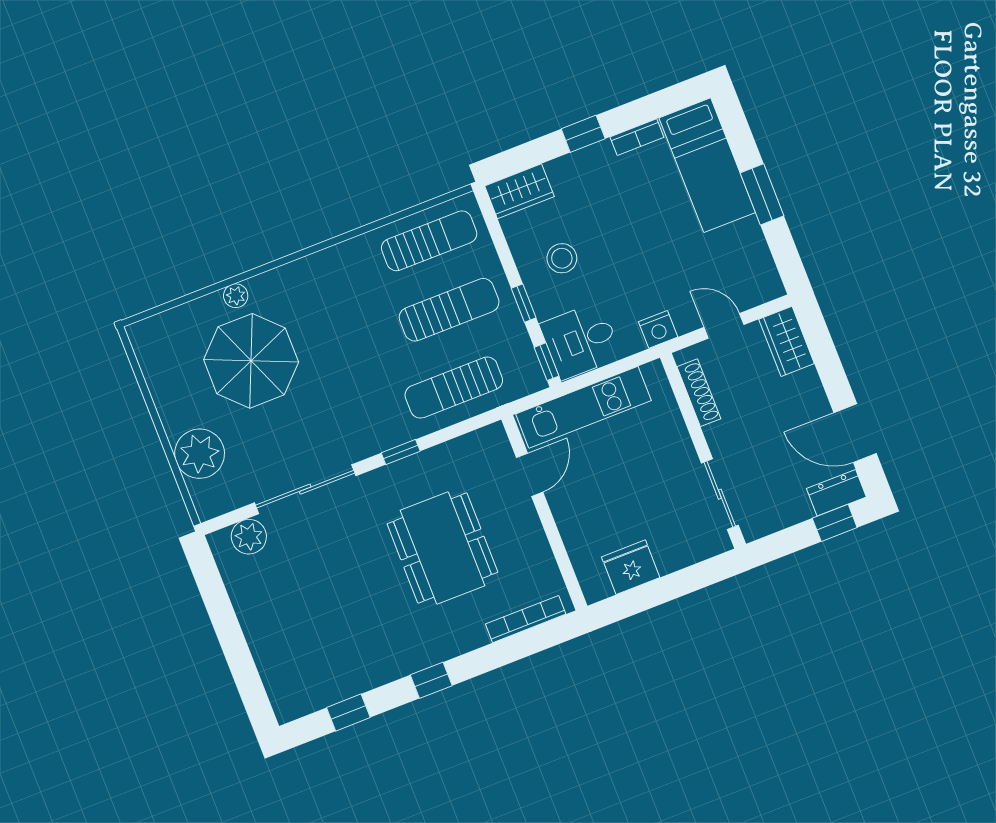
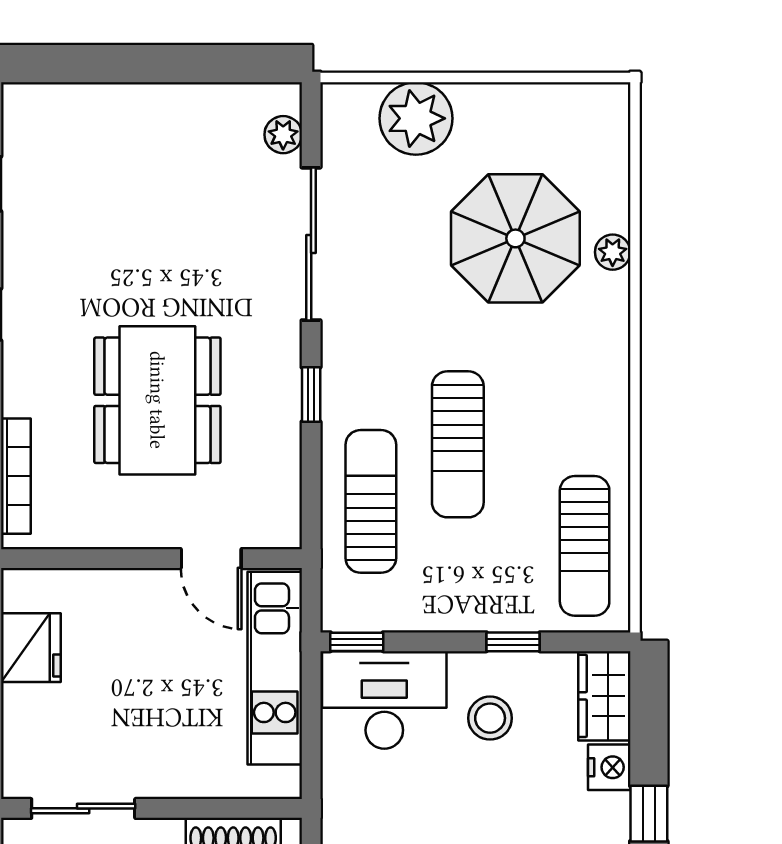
window: (524, 303) -> (513, 642), moved
sun lounger: (449, 310) -> (458, 444), moved
nightstand: (658, 329) -> (609, 767), moved, turned 180
desk: (581, 341) -> (384, 700), width x1.37
plant: (249, 537) -> (283, 135), width x0.73, depth x0.73
dining table: (442, 548) -> (157, 400), turned 90

